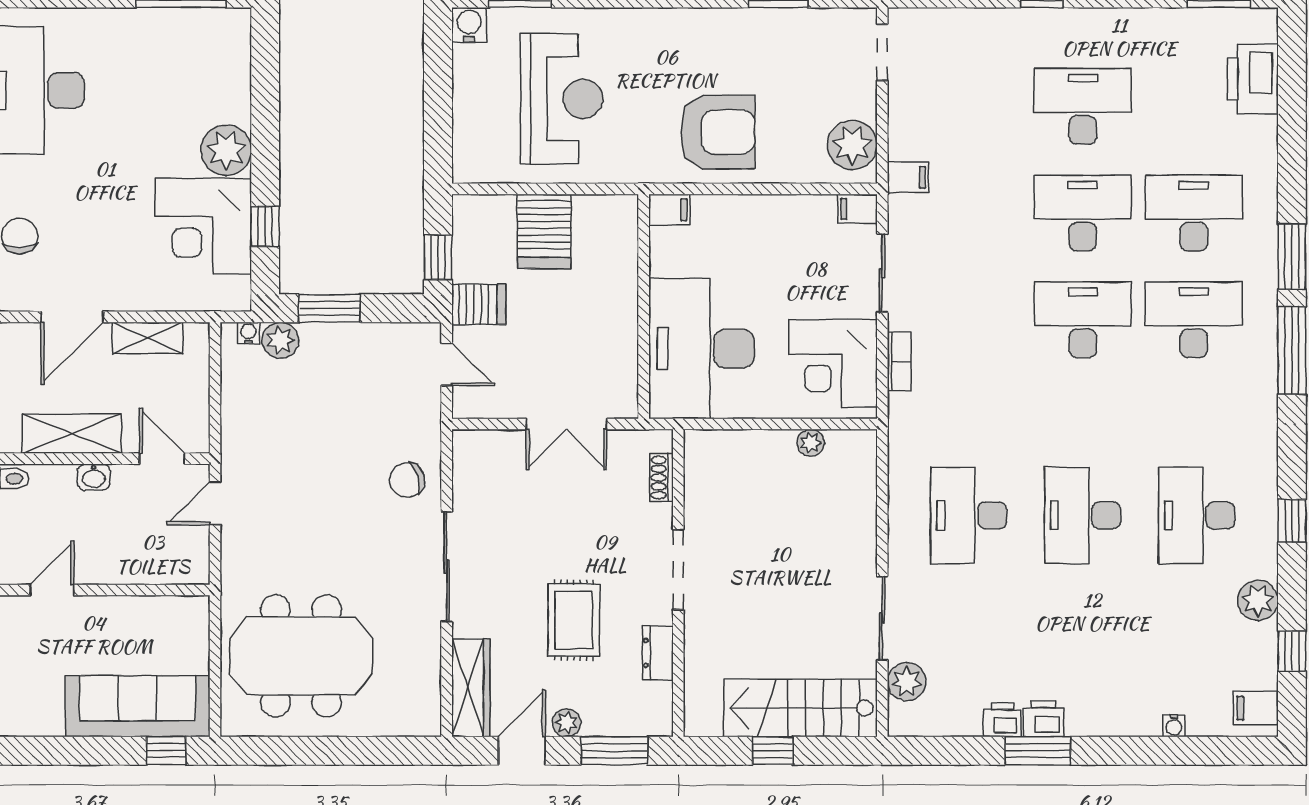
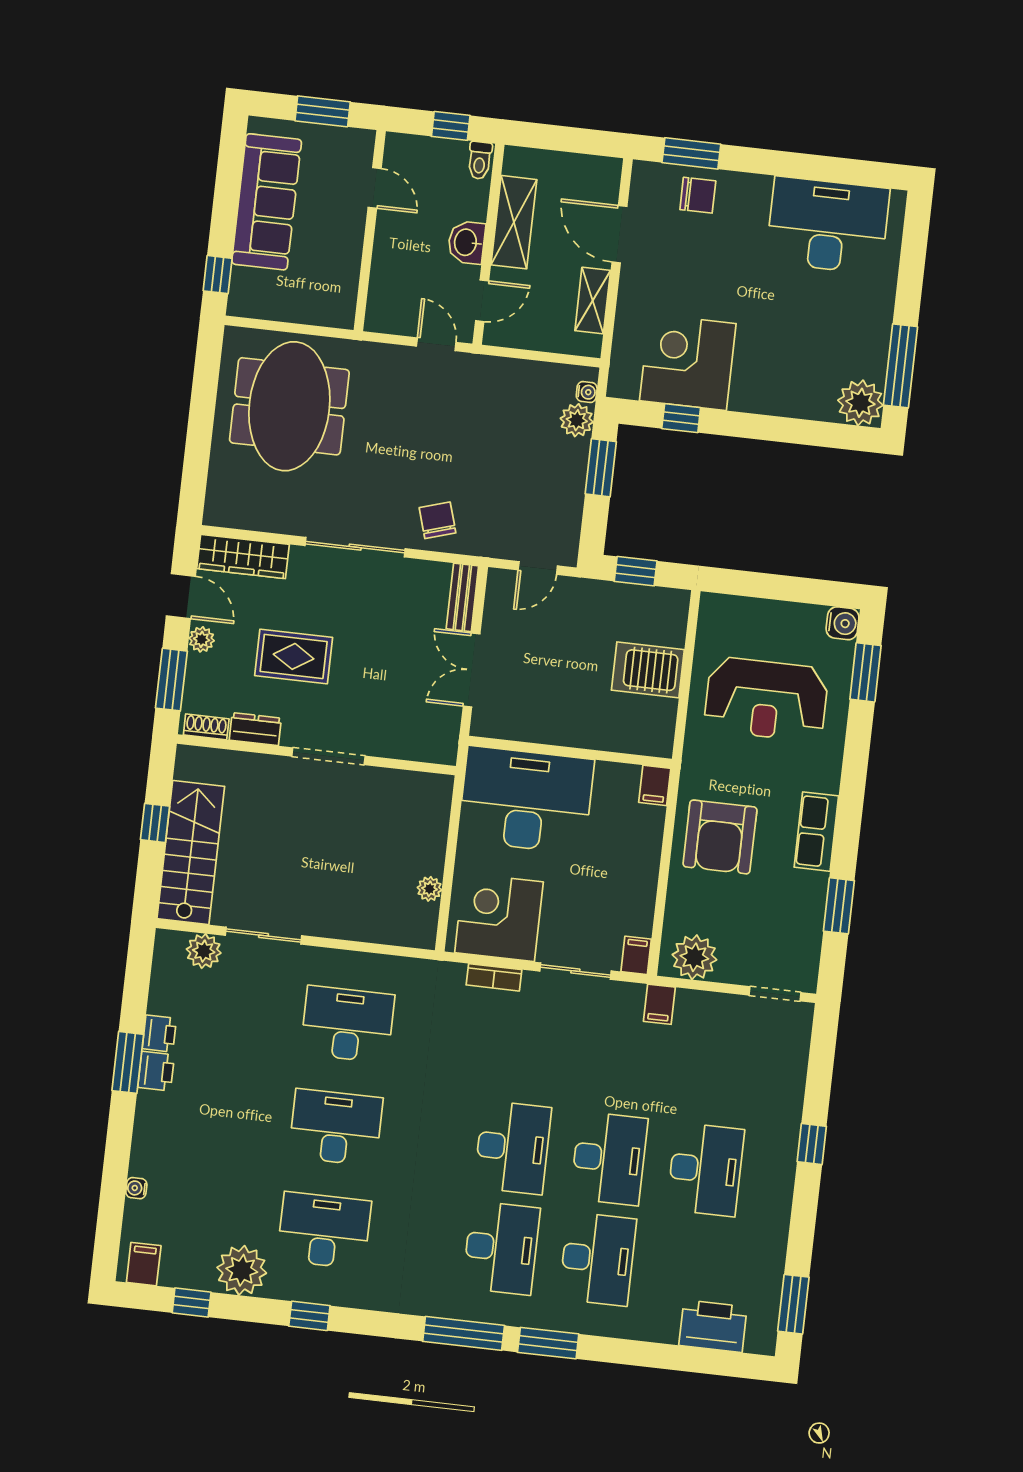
row of seats: (700, 27) -> (816, 832), added
plant: (226, 150) -> (860, 403), moved
server rack: (479, 304) -> (589, 603), removed
bench: (488, 443) -> (462, 597), added
washbasin: (94, 477) -> (466, 242), width x1.38, depth x1.45
shoe rack: (661, 478) -> (206, 727), moved
plant: (1258, 600) -> (242, 1270), width x1.36, depth x1.36
sofa: (138, 706) -> (267, 202), moved

